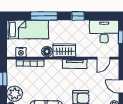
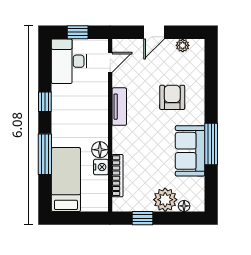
wardrobe: (64, 50) -> (98, 123), removed
nightstand: (21, 52) -> (101, 167), moved
door: (103, 58) -> (110, 62), hinge flipped

